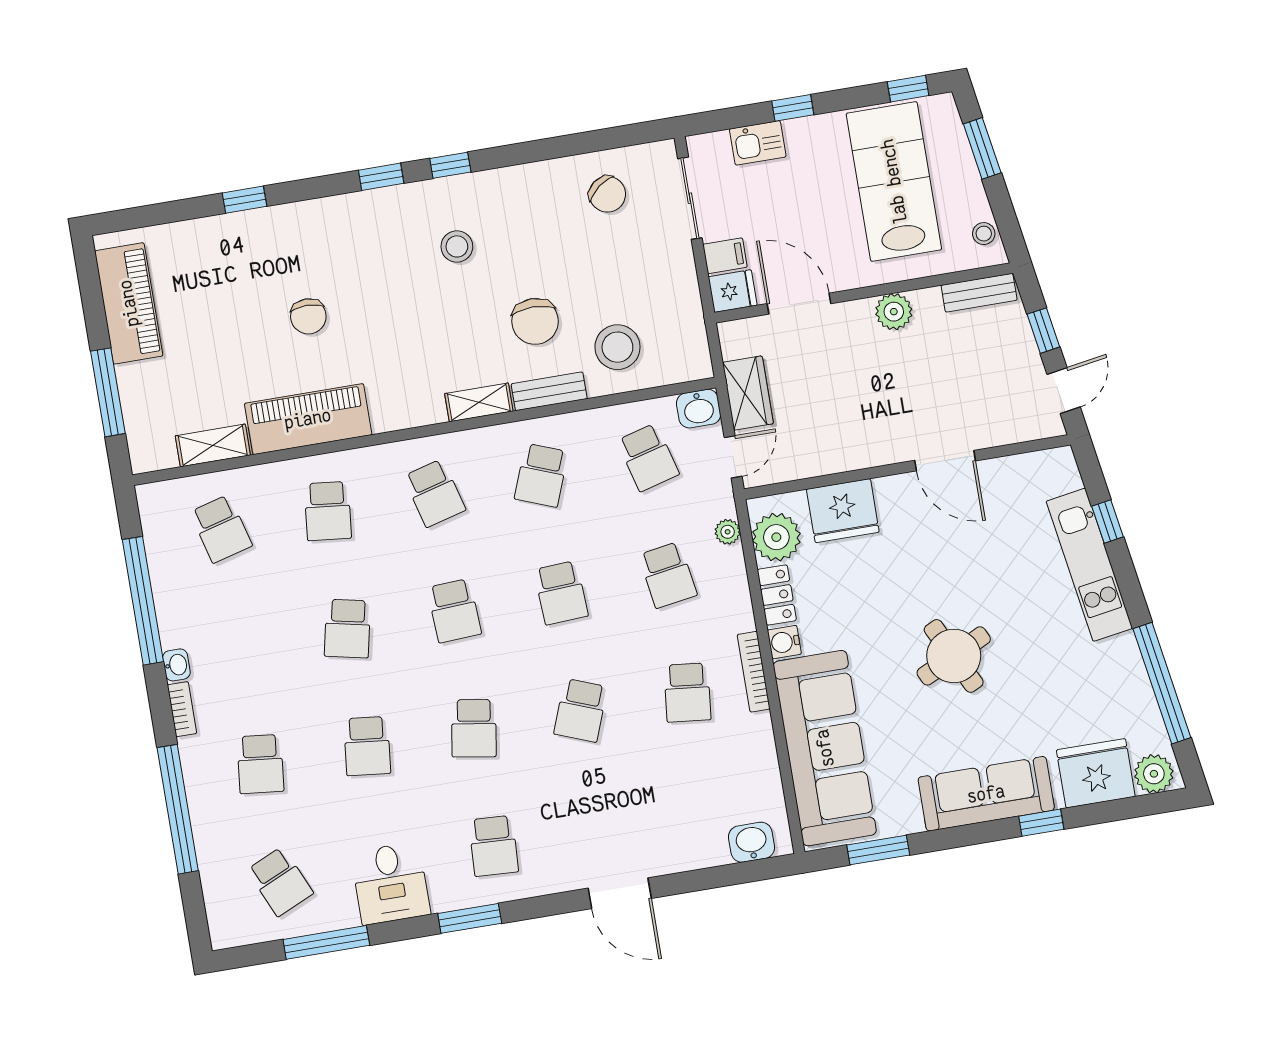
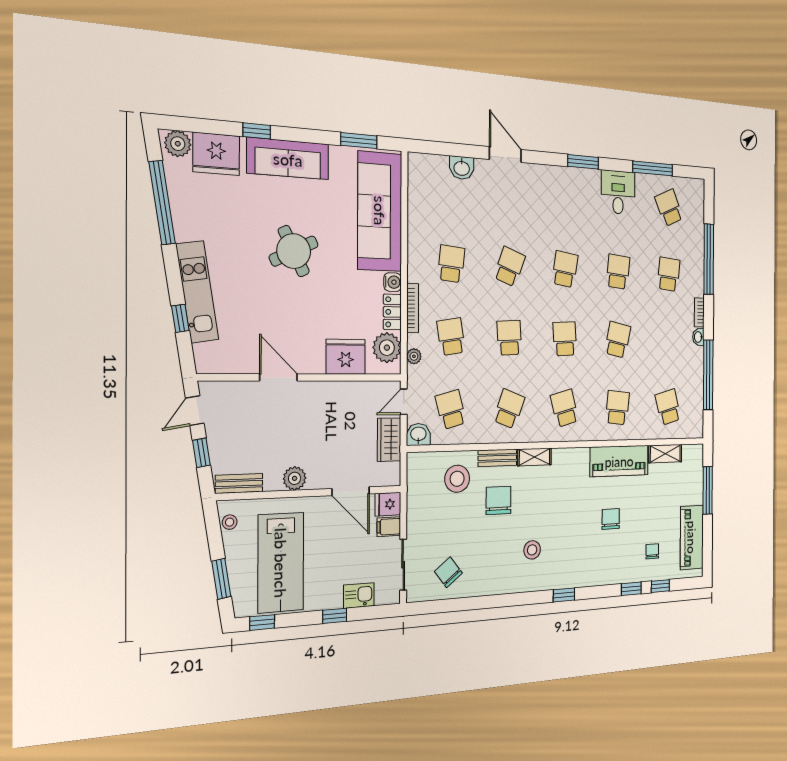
window: (450, 165) -> (660, 586), moved
chair: (211, 269) -> (652, 551), added
bookcase: (754, 672) -> (413, 308), moved
washbasin: (752, 842) -> (462, 168), moved
school desk: (494, 846) -> (565, 200), removed

